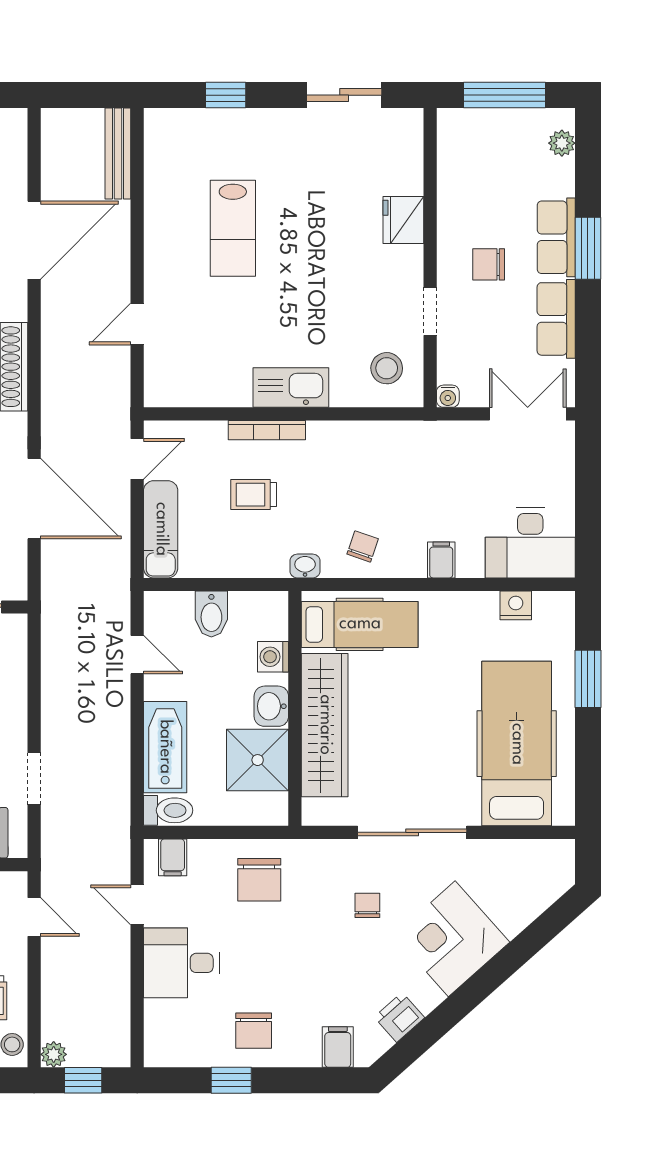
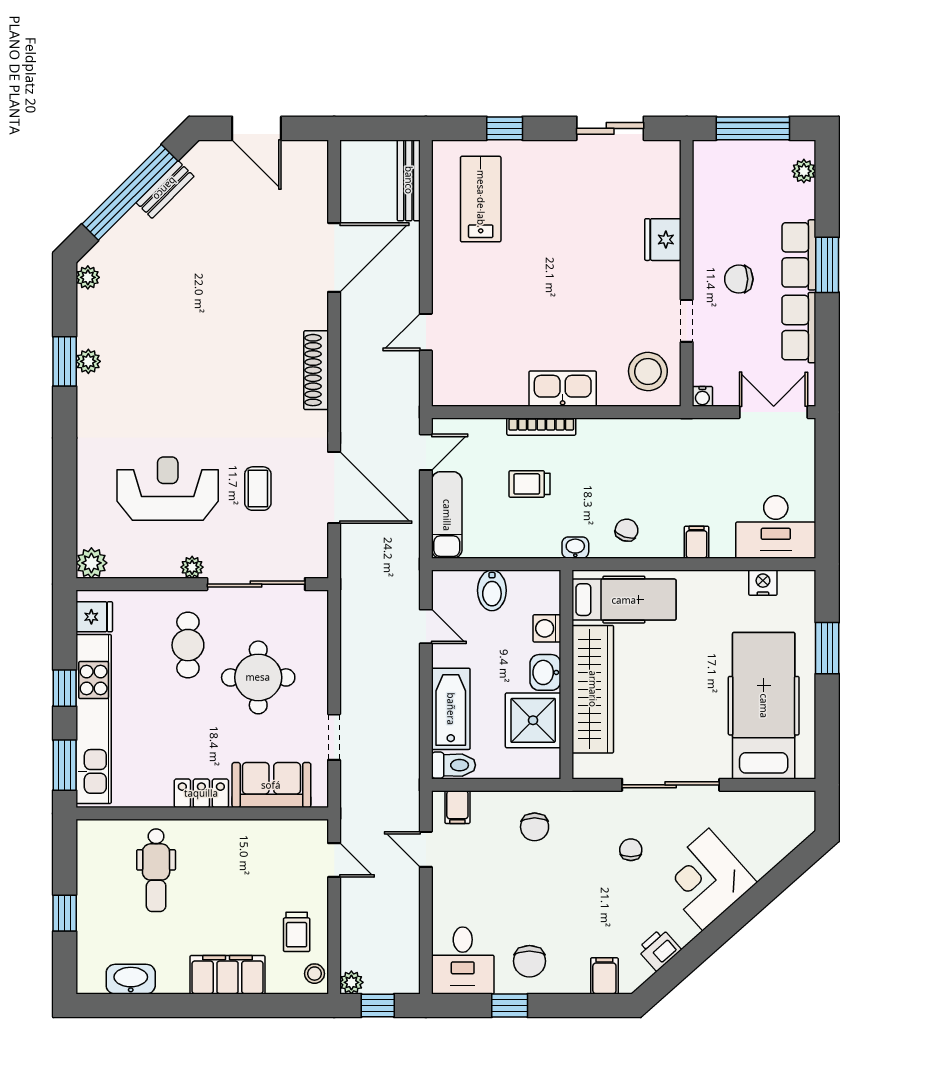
lab bench: (233, 228) -> (481, 199), moved, turned 180
stool: (387, 368) -> (648, 371), width x1.38, depth x1.38
chair: (259, 880) -> (535, 827), width x0.73, depth x0.73
desk: (181, 963) -> (463, 960), moved, turned -90

